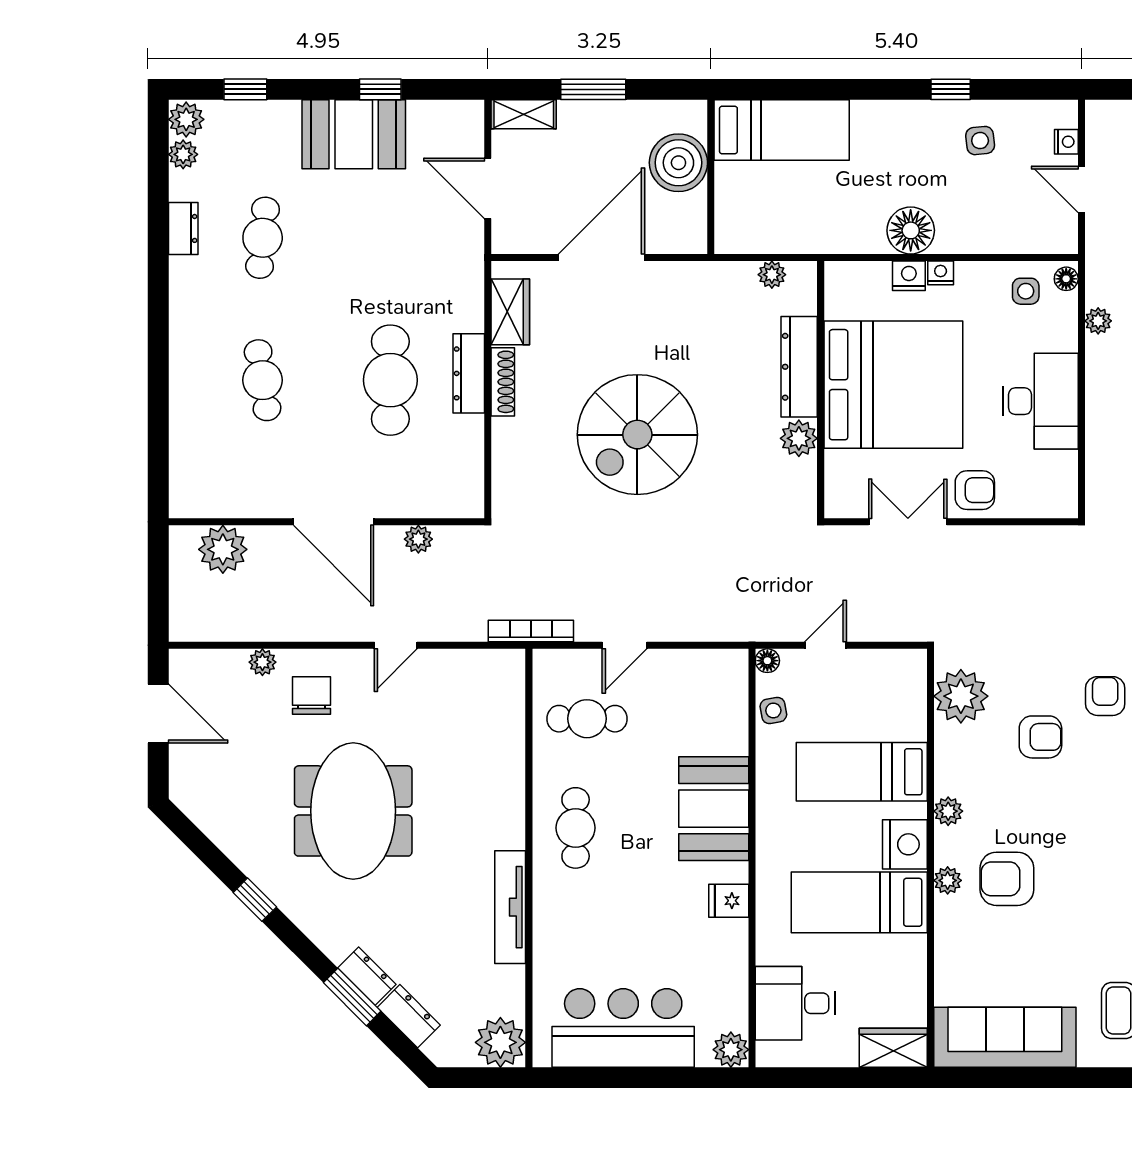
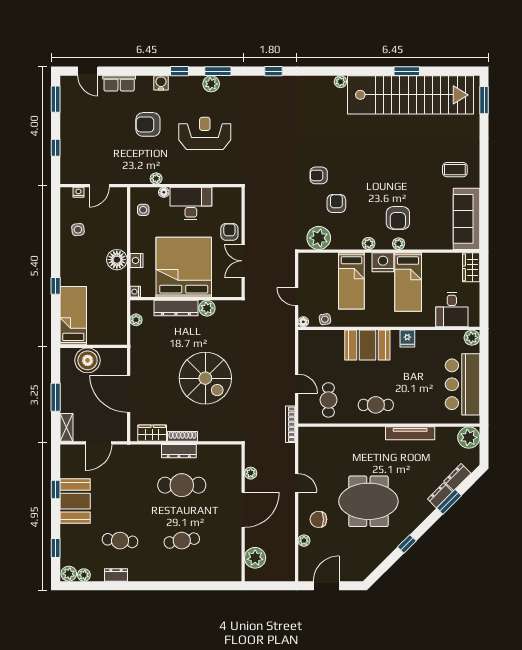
window: (951, 89) -> (56, 286), moved
nightstand: (941, 273) -> (135, 292), moved
floor lamp: (1066, 279) -> (164, 192), moved

